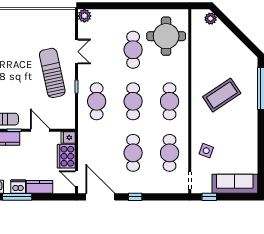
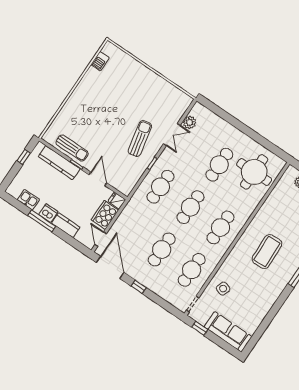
plant: (84, 16) -> (190, 122), moved
sun lounger: (52, 73) -> (140, 139), width x0.73, depth x0.75
coffee table: (222, 95) -> (267, 252), turned -58

